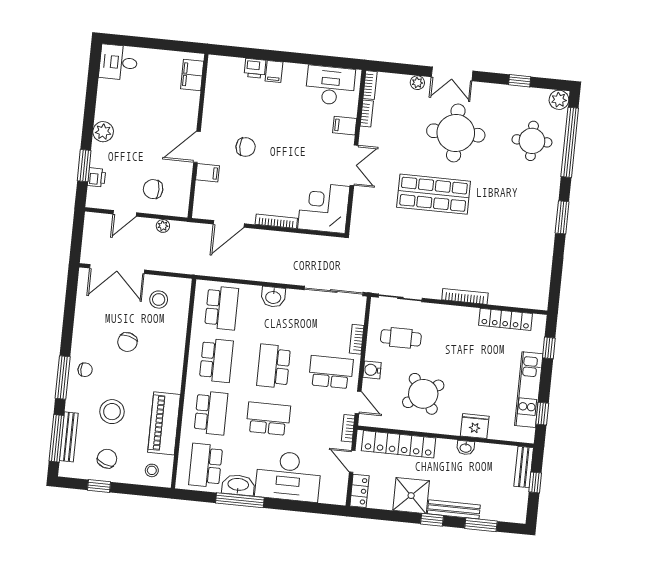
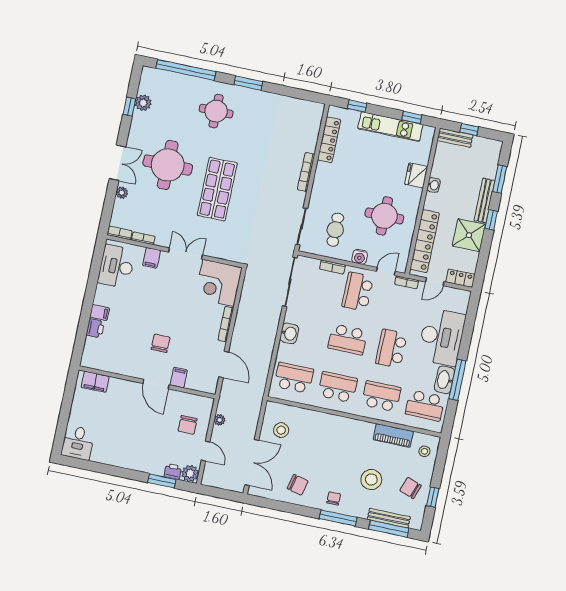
plant: (559, 100) -> (143, 103), moved
plant: (103, 132) -> (190, 473), moved
round table: (532, 141) -> (216, 111), moved
chair: (127, 342) -> (298, 485), moved
round table: (423, 394) -> (384, 216), turned 35
piano: (164, 423) -> (393, 435), width x0.73, depth x0.75

